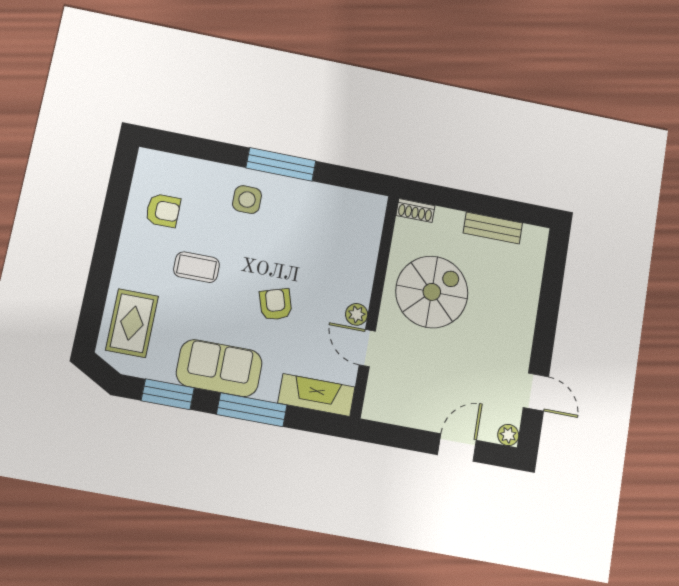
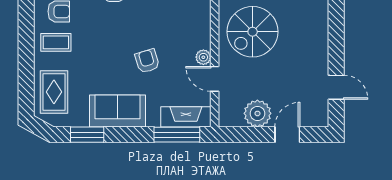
coffee table: (197, 267) -> (56, 42), moved
spiral stairs: (432, 292) -> (253, 32), turned 180
window: (252, 410) -> (177, 135), moved
plant: (508, 435) -> (257, 113), moved, width x1.88, depth x1.88

